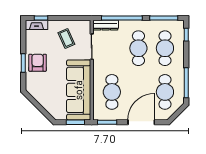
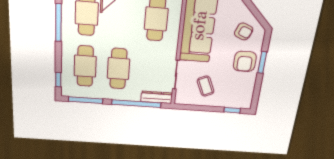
fireplace: (36, 25) -> (239, 103), removed
armchair: (43, 88) -> (244, 31), added

